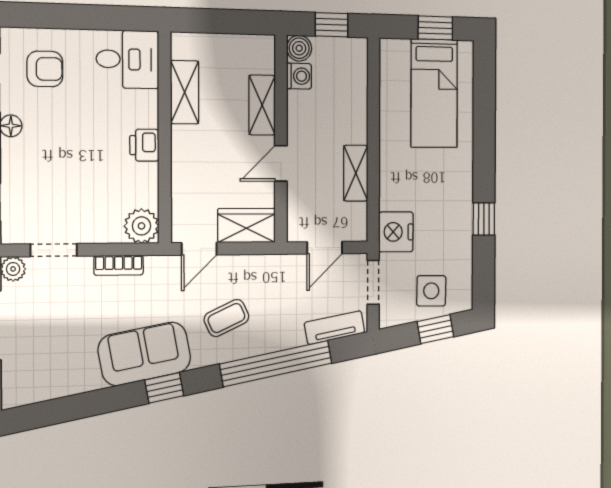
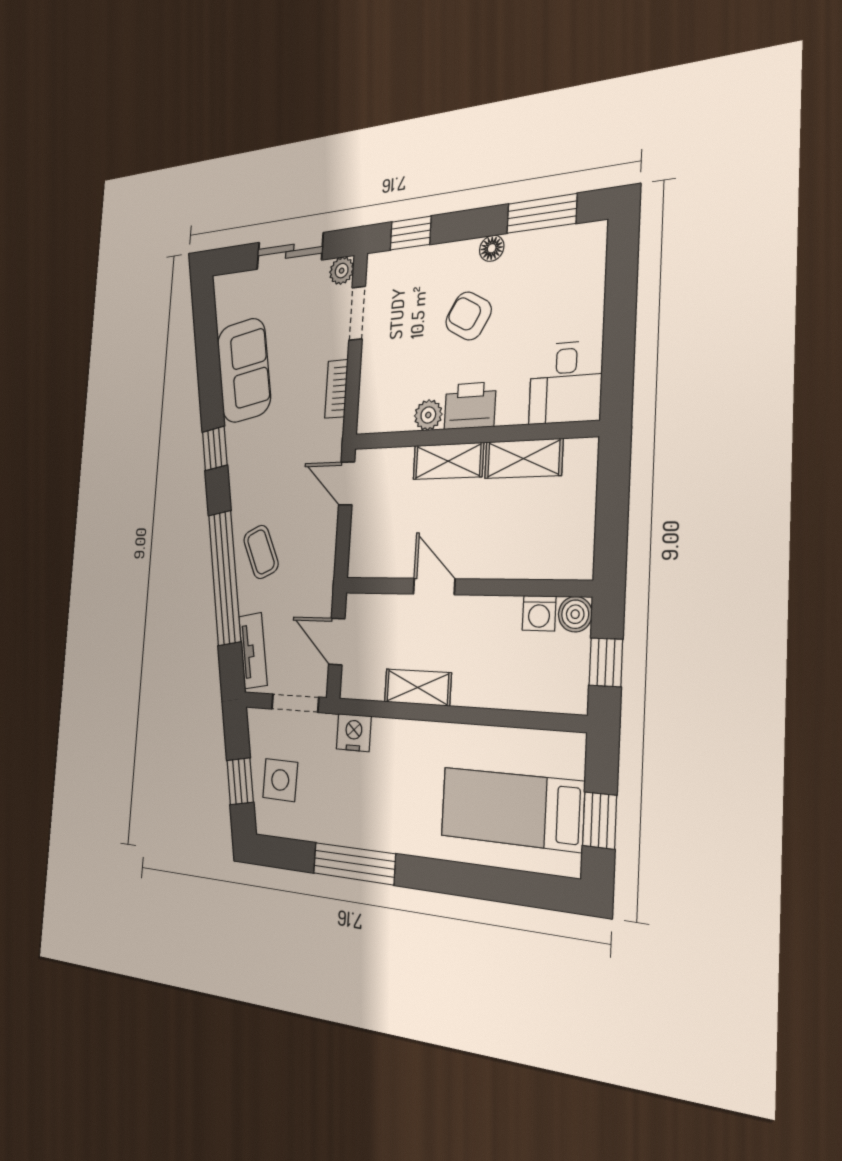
armchair: (45, 69) -> (468, 316), moved, turned 120
shelving: (262, 105) -> (448, 461), moved
printer: (144, 145) -> (470, 406), width x1.36, depth x1.24
window: (484, 219) -> (354, 864), width x2.17
plant: (141, 226) -> (428, 415), moved, width x0.73, depth x0.73
wardrobe: (247, 226) -> (367, 542), removed
nightstand: (396, 232) -> (354, 733), width x0.74, depth x0.75
coffee table: (226, 318) -> (261, 552), moved
sofa: (144, 354) -> (244, 370), moved

